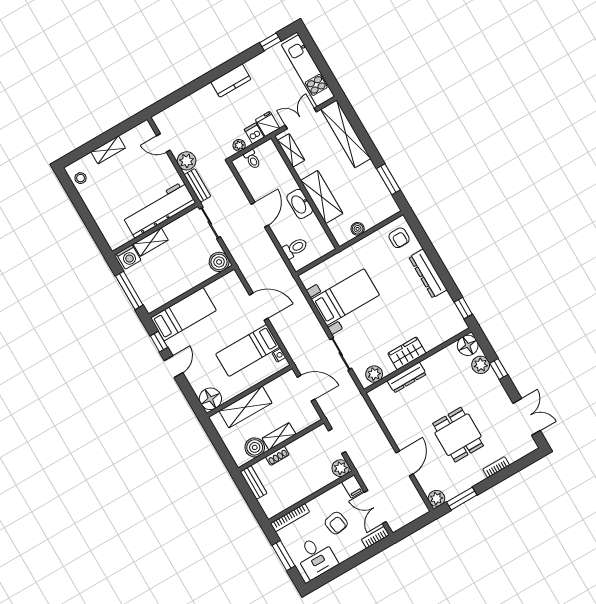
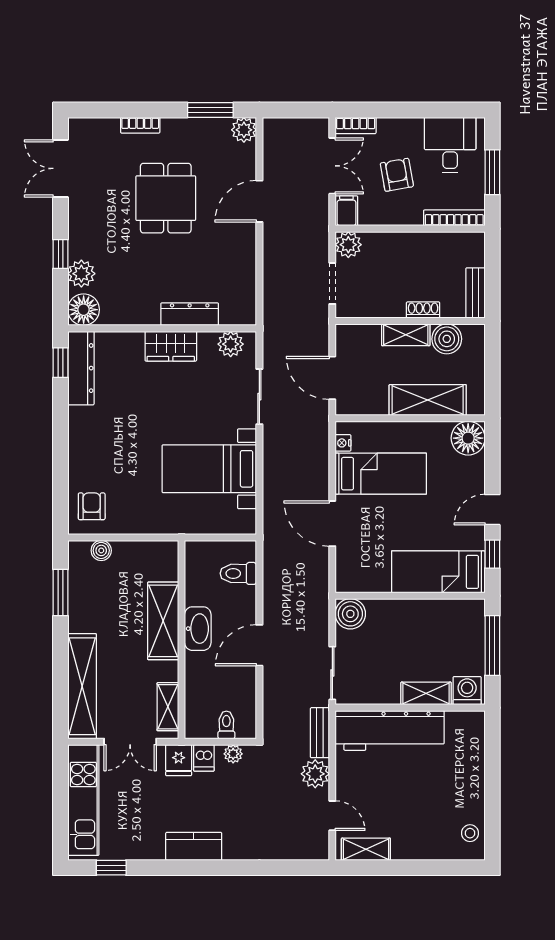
shelving: (108, 150) -> (366, 849), moved
boiler: (358, 229) -> (101, 550), moved
dresser: (428, 274) -> (81, 368), moved

